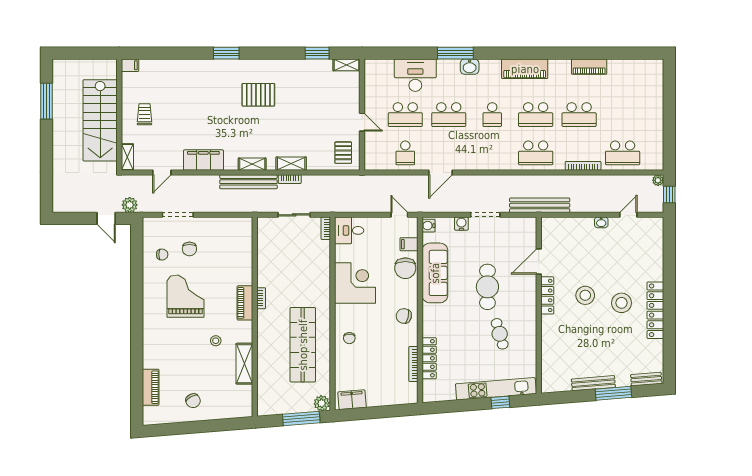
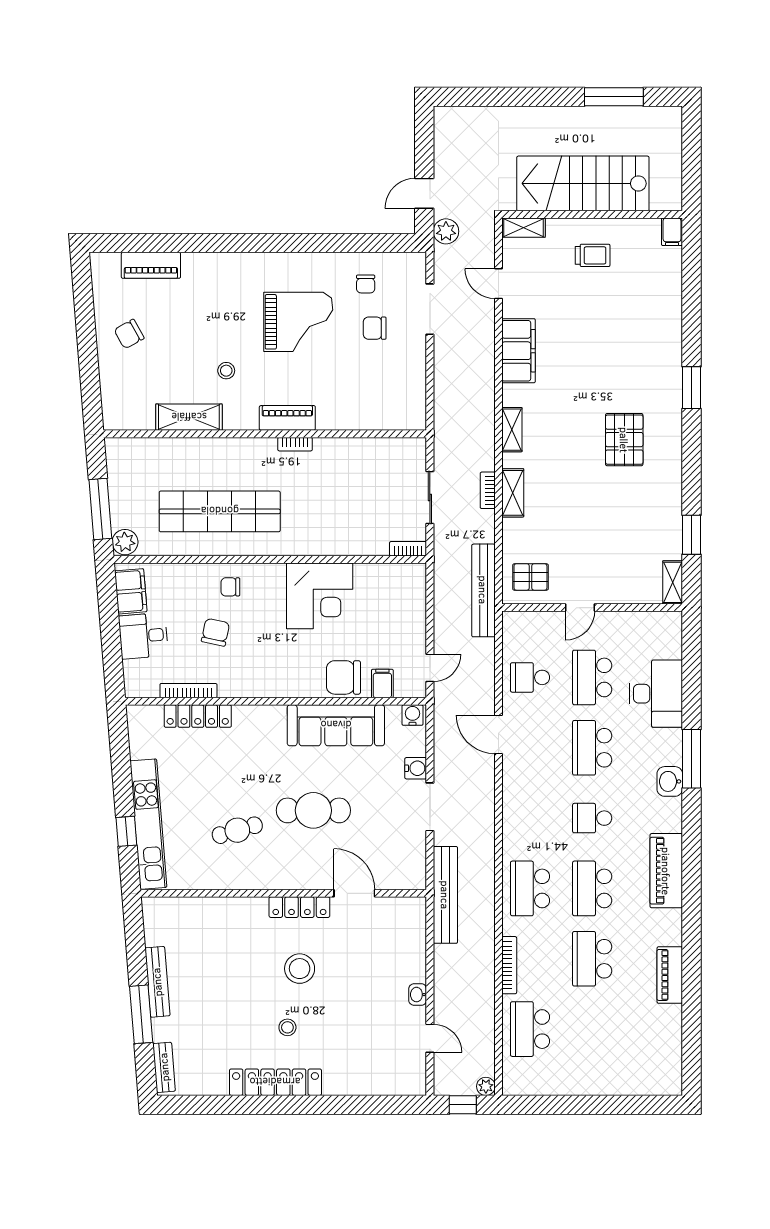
bench: (248, 182) -> (483, 590), moved
desk: (349, 230) -> (143, 636), moved, turned -95
stool: (622, 303) -> (287, 1027), width x0.53, depth x0.53
chair: (404, 316) -> (215, 632), moved

